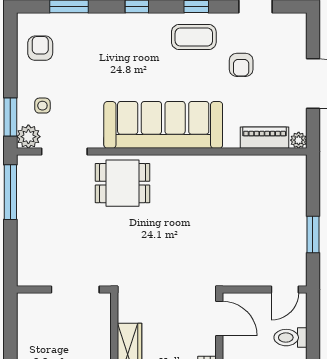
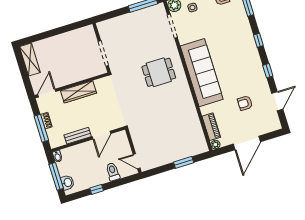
coffee table: (194, 37) -> (252, 74), removed
dining table: (123, 183) -> (159, 72), moved, turned 90
window: (313, 234) -> (184, 162), moved
door: (219, 318) -> (102, 135), moved

